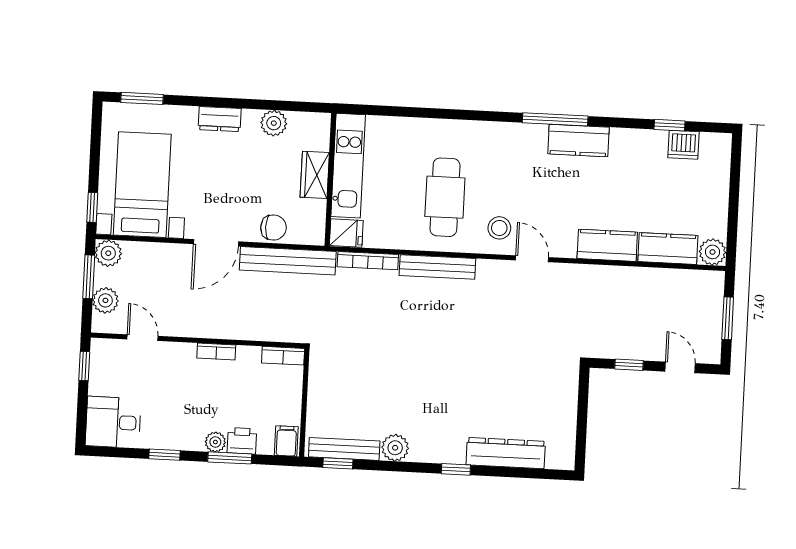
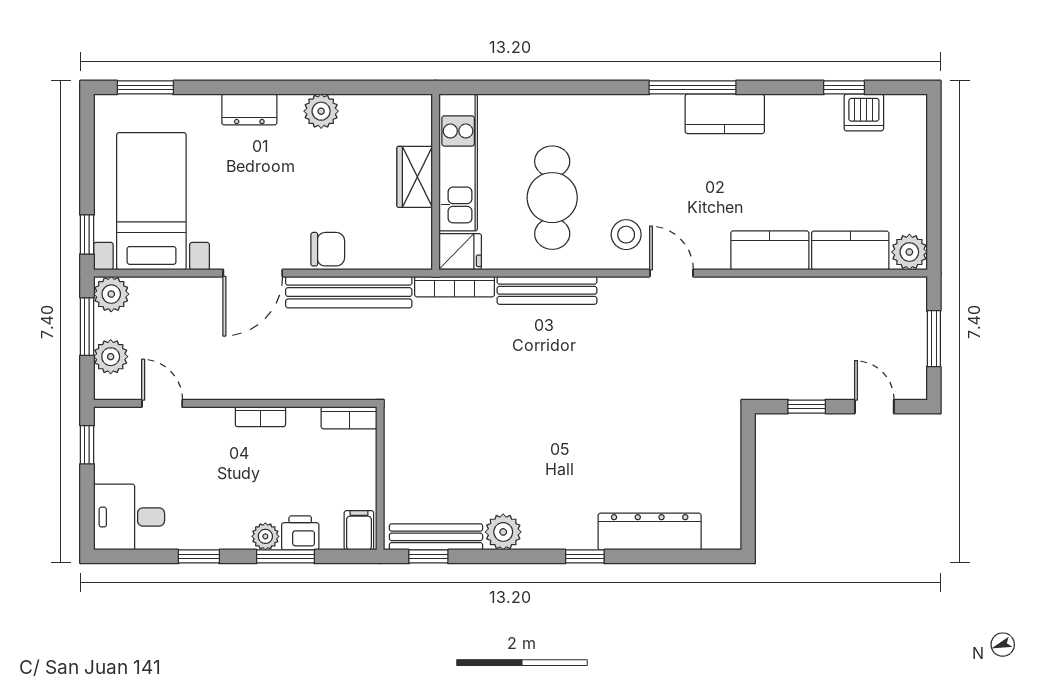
kitchen unit: (348, 166) -> (458, 162), moved
wardrobe: (315, 175) -> (415, 177), moved
wall: (330, 180) -> (436, 182), moved
fridge: (346, 233) -> (460, 251), moved

